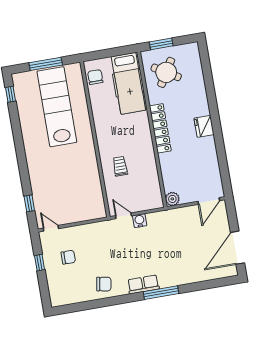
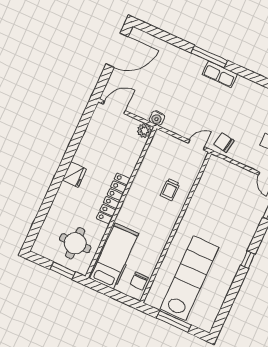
round table: (166, 72) -> (75, 243), turned -31
window: (10, 94) -> (248, 260), moved
lab bench: (57, 107) -> (189, 278), turned 180
door: (124, 216) -> (196, 145), swing flipped
water cooler: (140, 221) -> (157, 118), moved
chair: (104, 284) -> (224, 143), moved

